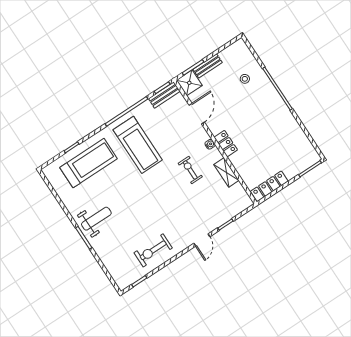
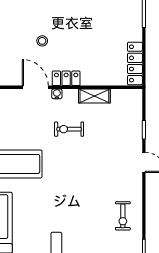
stool: (245, 79) -> (42, 41), moved
door: (197, 114) -> (35, 87), moved
exercise bike: (153, 250) -> (123, 216), width x0.73, depth x0.72

